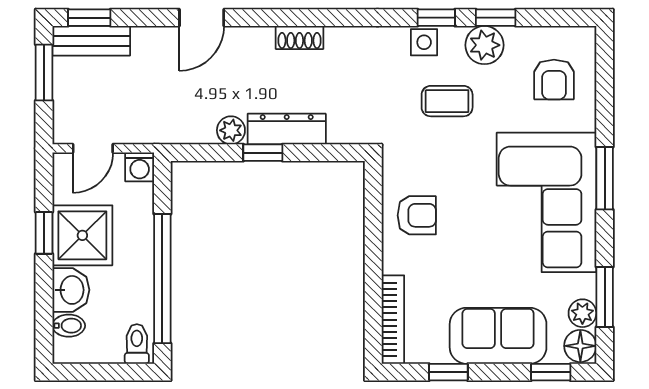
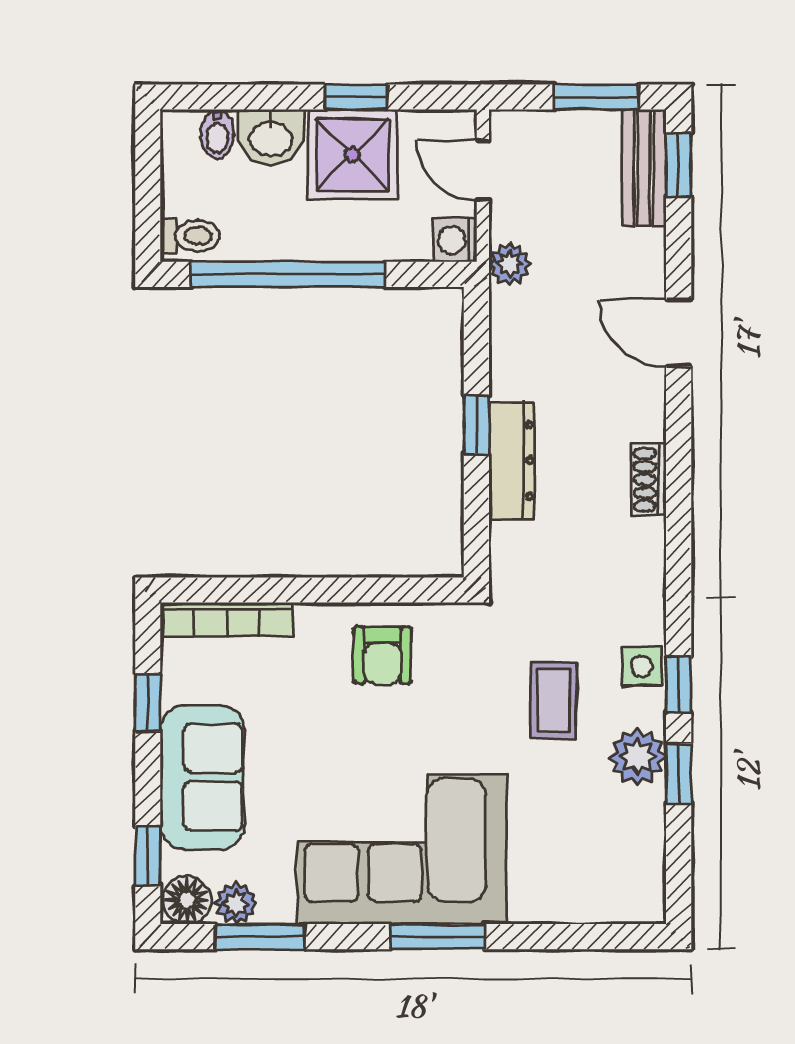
armchair: (554, 80) -> (586, 861), removed
plant: (231, 130) -> (510, 264), moved

